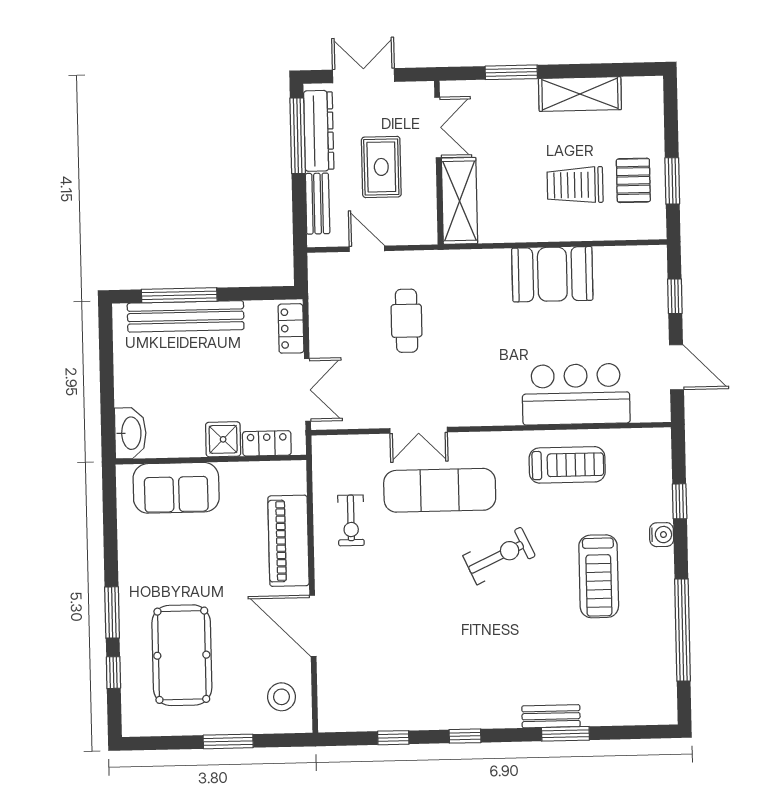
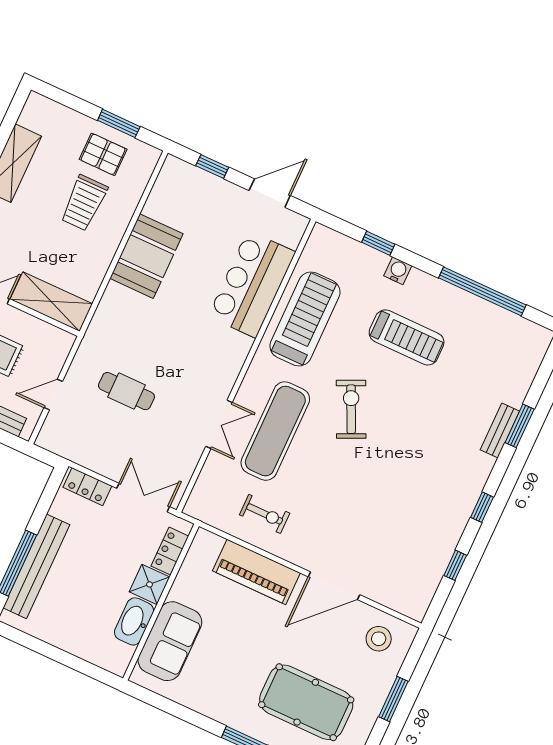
washbasin: (130, 433) -> (134, 621), moved, turned -90
treadmill: (567, 465) -> (305, 319), width x1.37, depth x1.38

